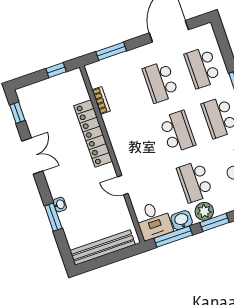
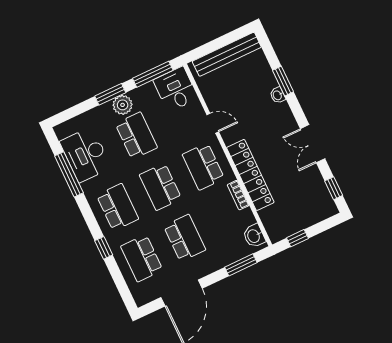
school desk: (202, 68) -> (142, 258), turned 180
bookcase: (101, 100) -> (238, 195), moved
school desk: (136, 146) -> (203, 166), added
washbasin: (182, 220) -> (254, 236), moved, turned 90

